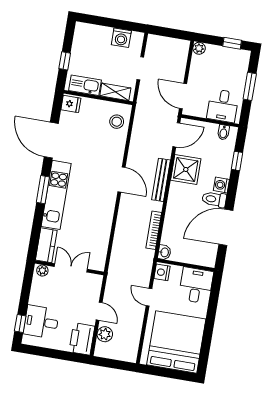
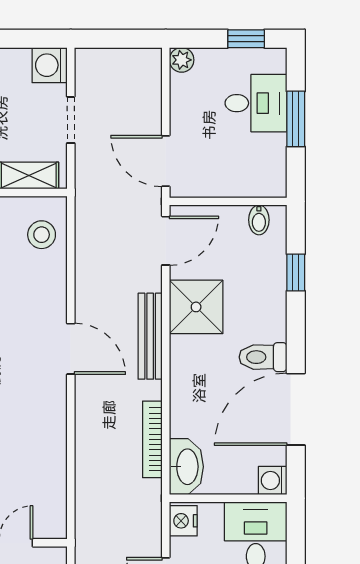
washing machine: (121, 38) -> (50, 65), moved, turned 90
desk: (223, 106) -> (256, 103), moved, turned -90
washing machine: (221, 185) -> (273, 480), moved
washbasin: (164, 252) -> (186, 467), width x1.91, depth x1.45

